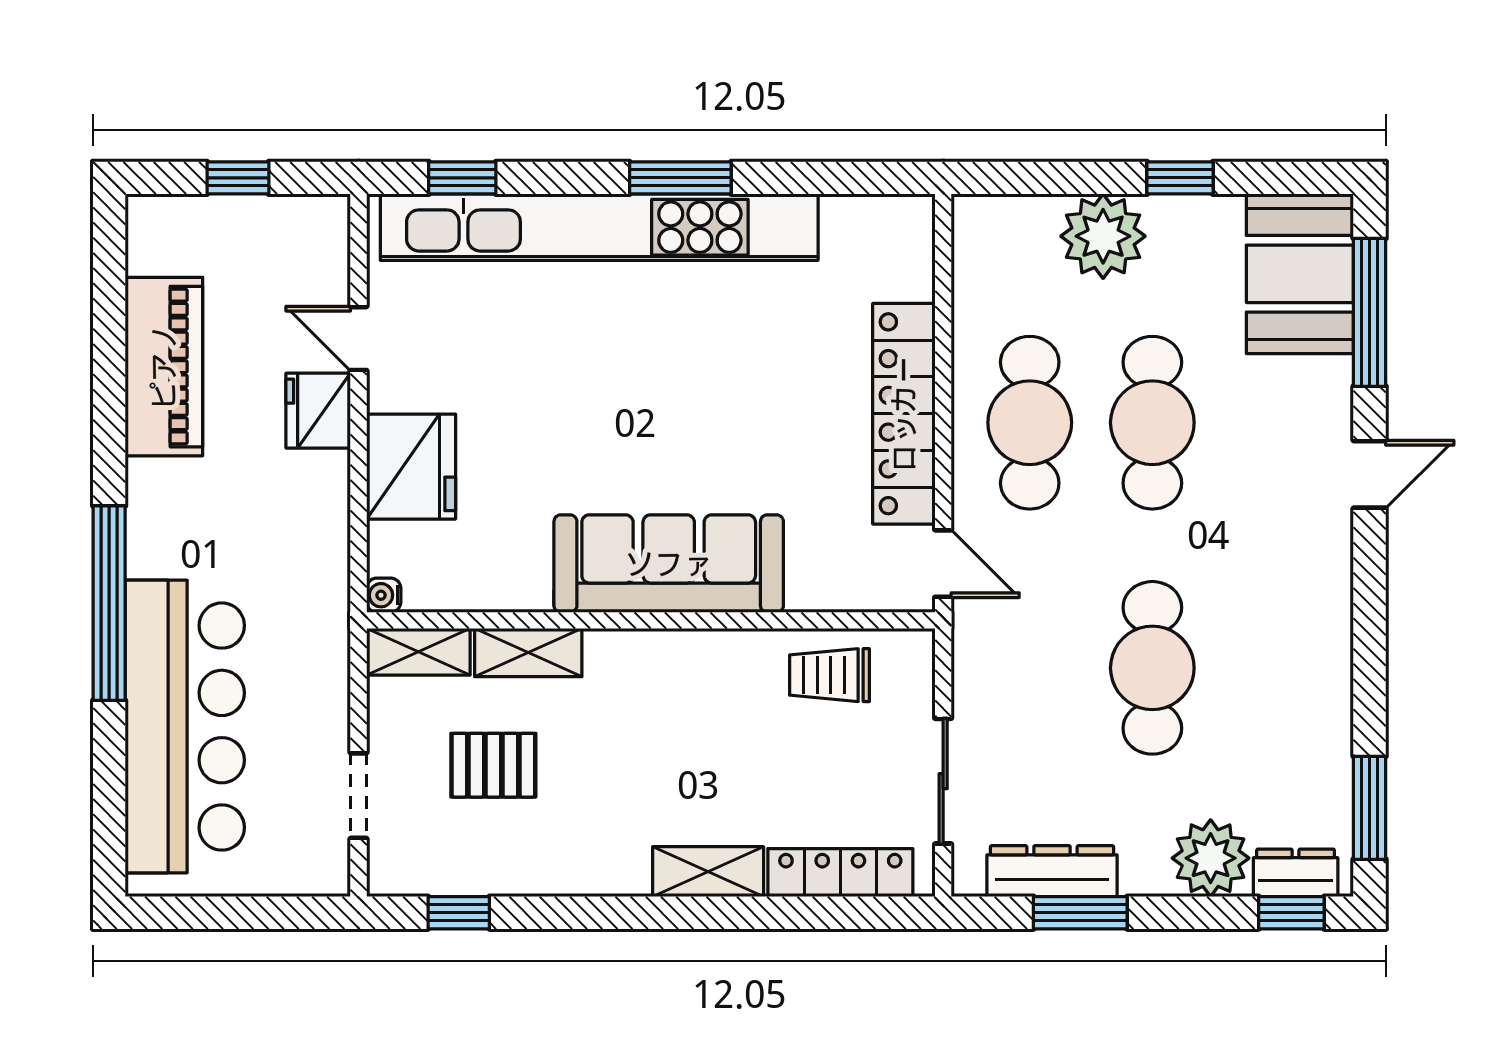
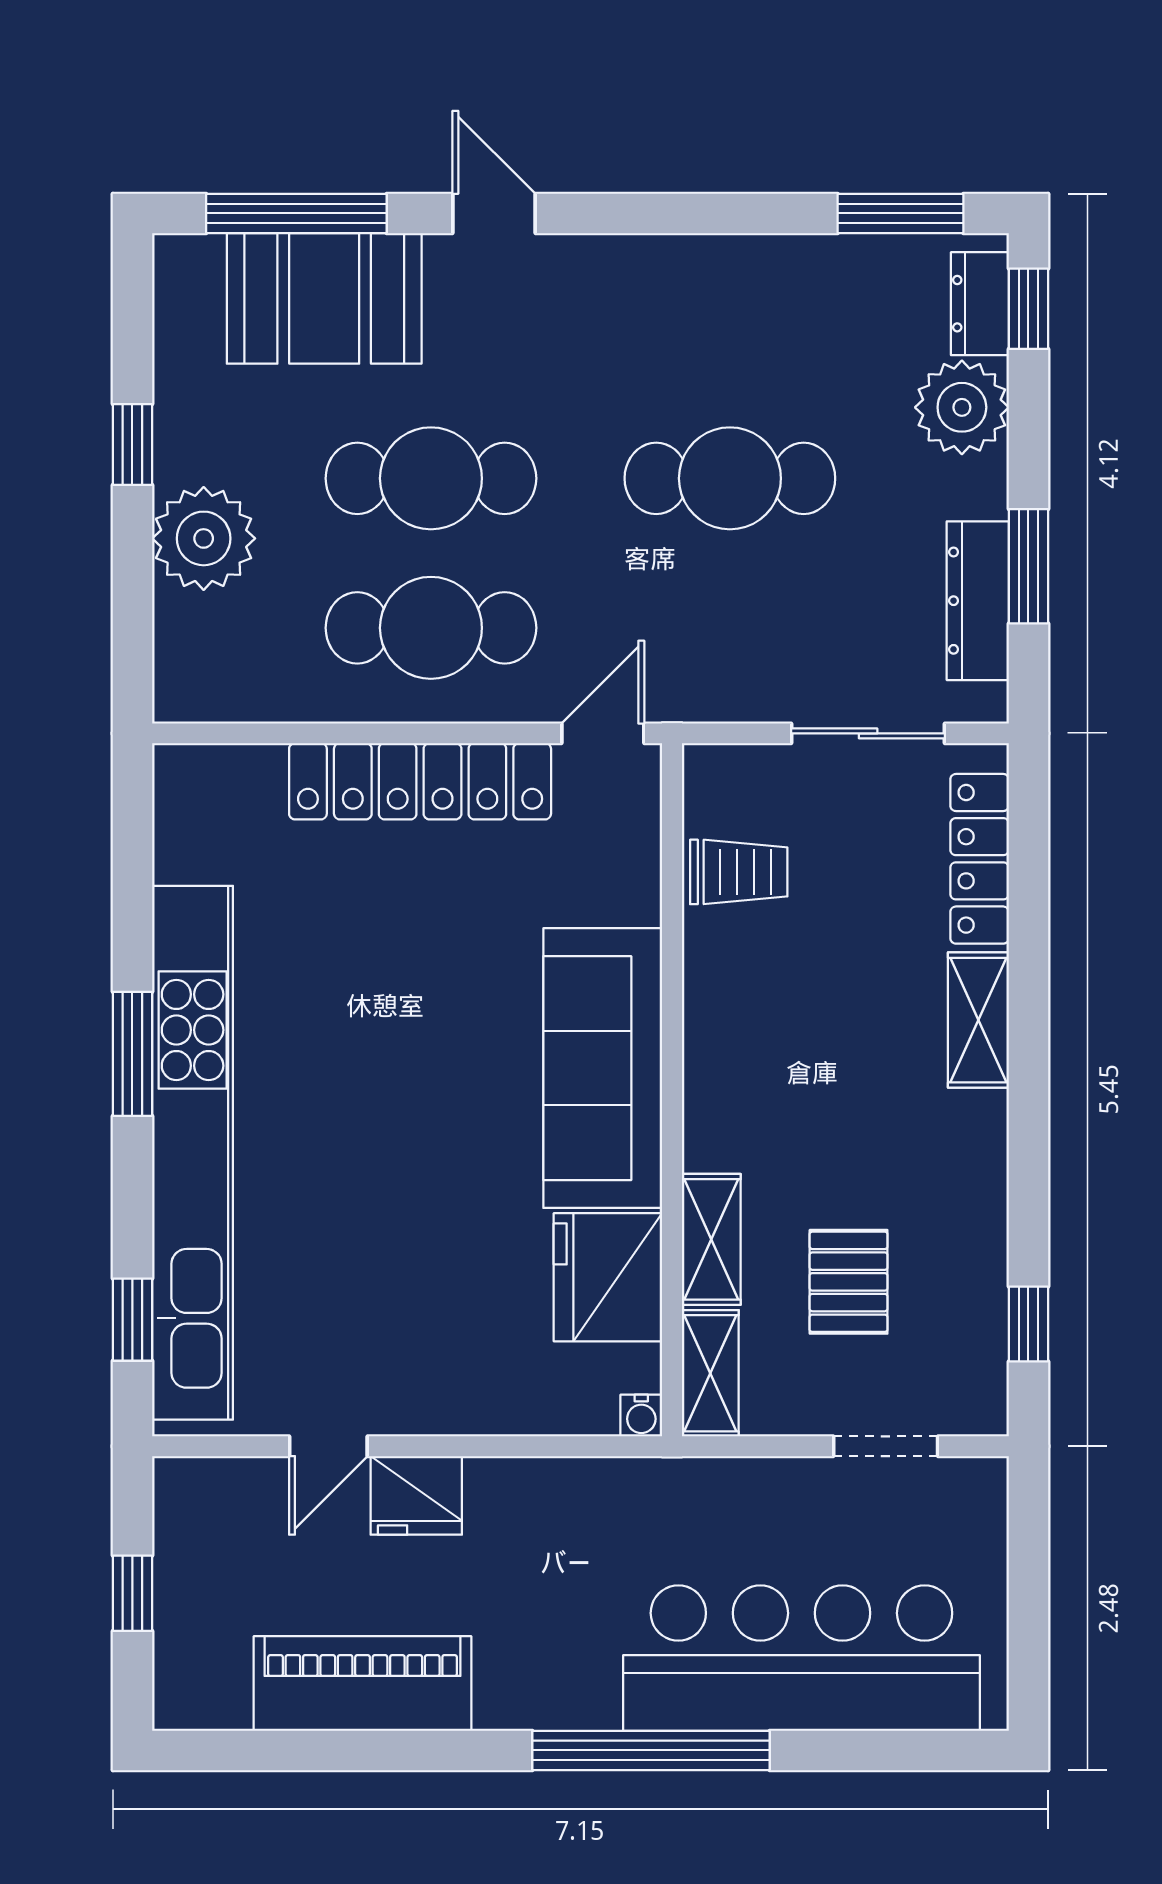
booth: (1300, 274) -> (324, 298), moved
fridge: (411, 467) -> (608, 1277), moved, turned -90
trolley: (829, 675) -> (739, 872), turned -90

